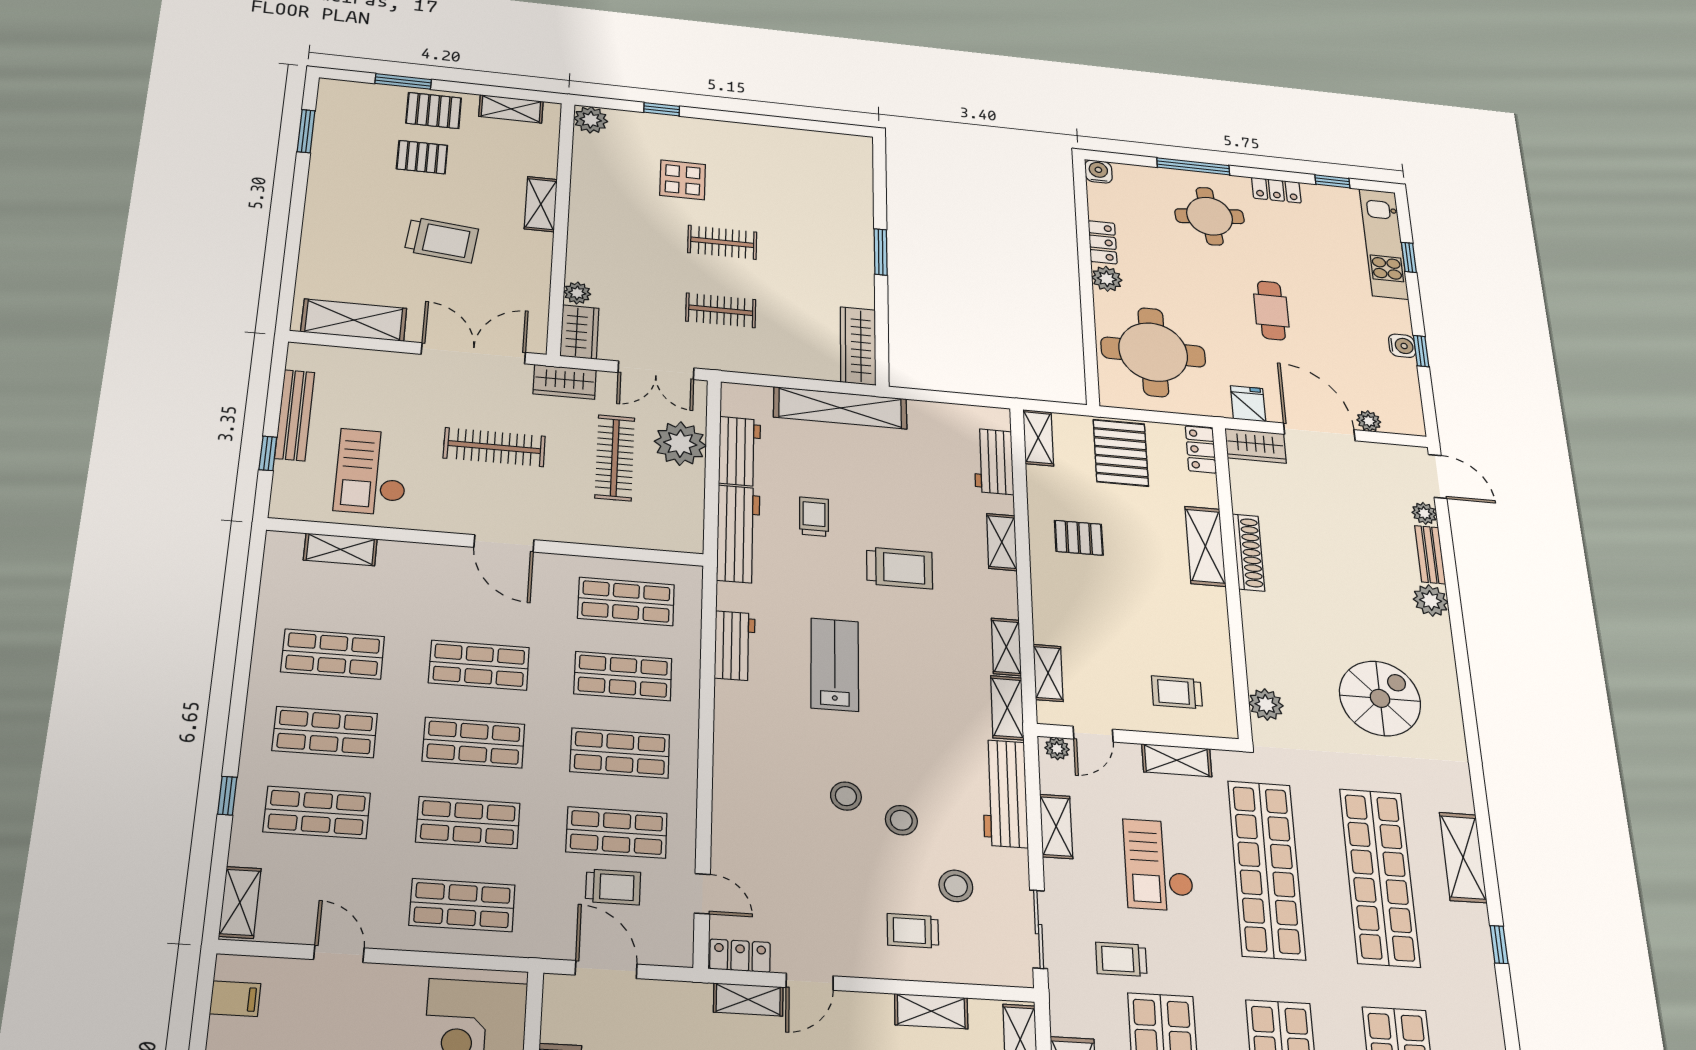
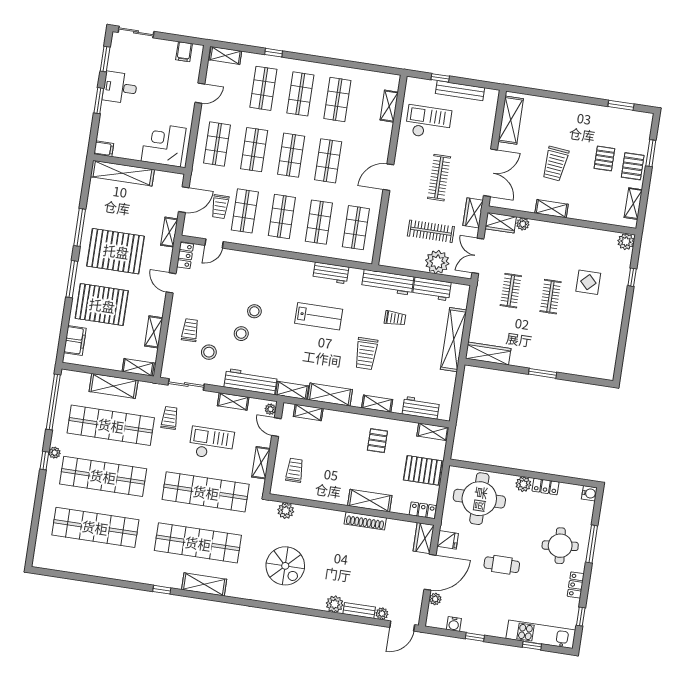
shelving: (541, 204) -> (552, 209), moved
water cooler: (1402, 346) -> (454, 624), moved
shelving: (1006, 647) -> (330, 395), width x1.50, depth x1.33
shelving: (748, 999) -> (169, 232), moved

